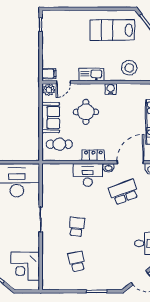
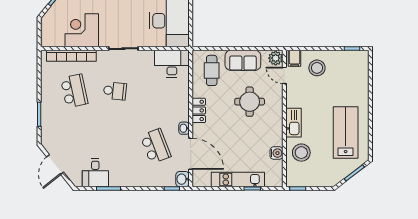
stool: (57, 54) -> (317, 68), added
kitchen sink: (91, 74) -> (293, 123), moved
water cooler: (111, 89) -> (276, 153), moved
desk: (88, 175) -> (172, 64), moved, turned -90
school desk: (77, 261) -> (74, 91), width x1.85
bookcase: (47, 264) -> (71, 56), added
corner desk: (25, 266) -> (82, 30), moved

